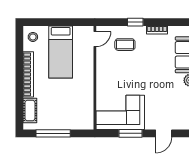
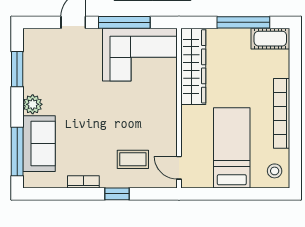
door: (95, 39) -> (179, 168), hinge flipped
wardrobe: (86, 105) -> (193, 66), added
cot: (30, 111) -> (270, 39), moved, turned 90
window: (131, 133) -> (124, 22), width x1.44

